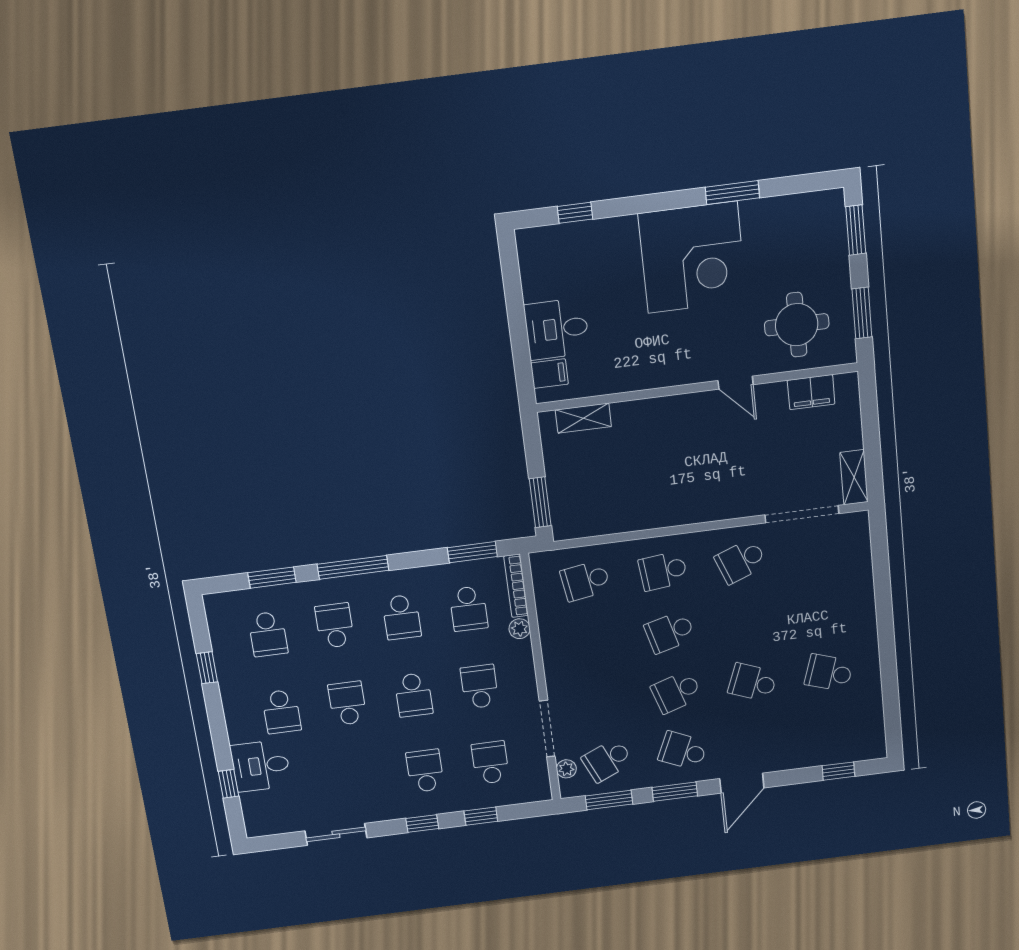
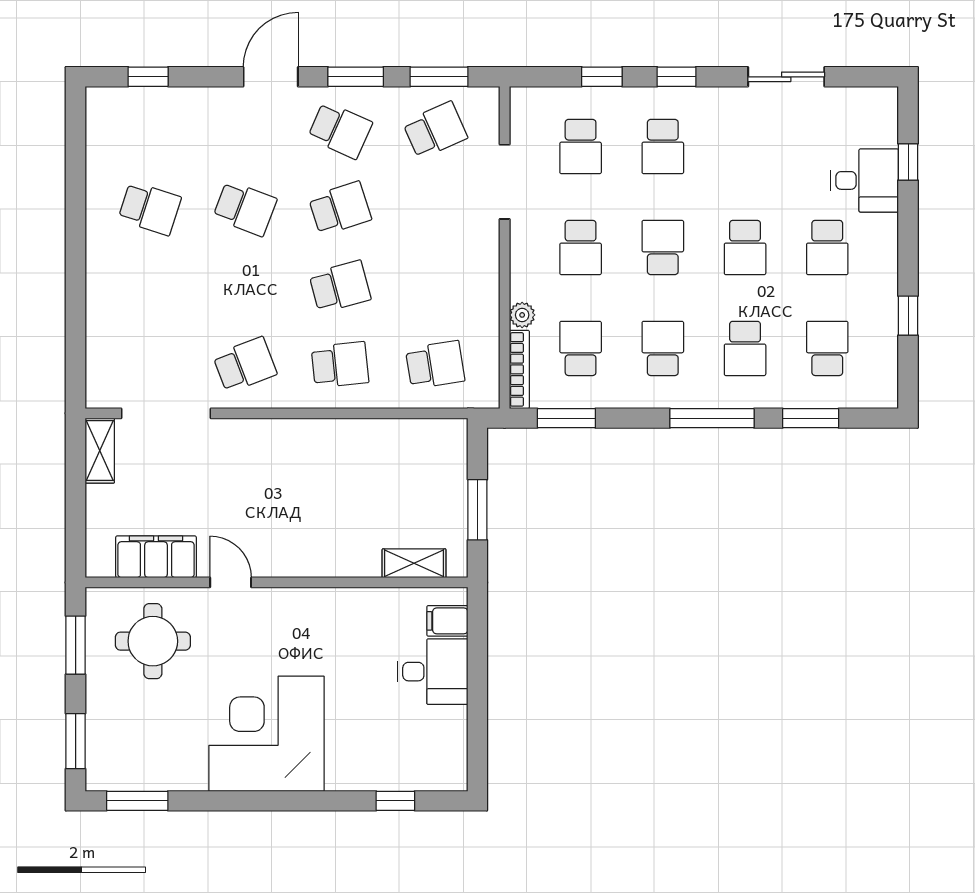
window: (732, 193) -> (137, 801), moved
filing cabinet: (811, 392) -> (156, 557), width x1.50, depth x1.17
window: (540, 502) -> (477, 510), moved
school desk: (281, 712) -> (827, 247), turned 180
plant: (566, 769) -> (487, 126), removed

